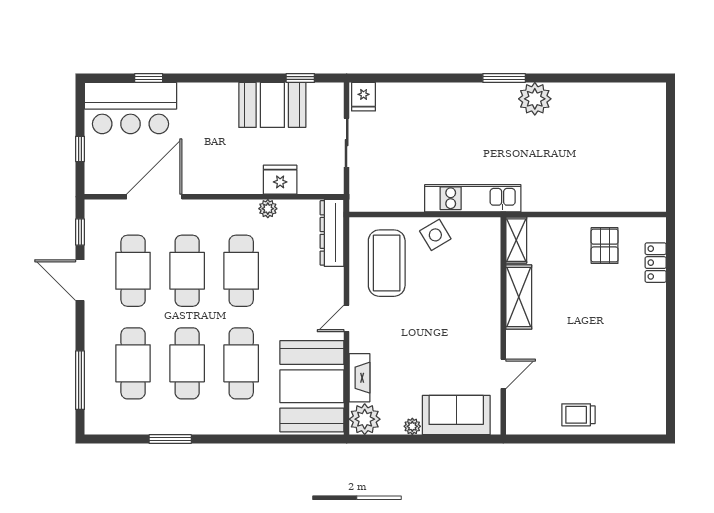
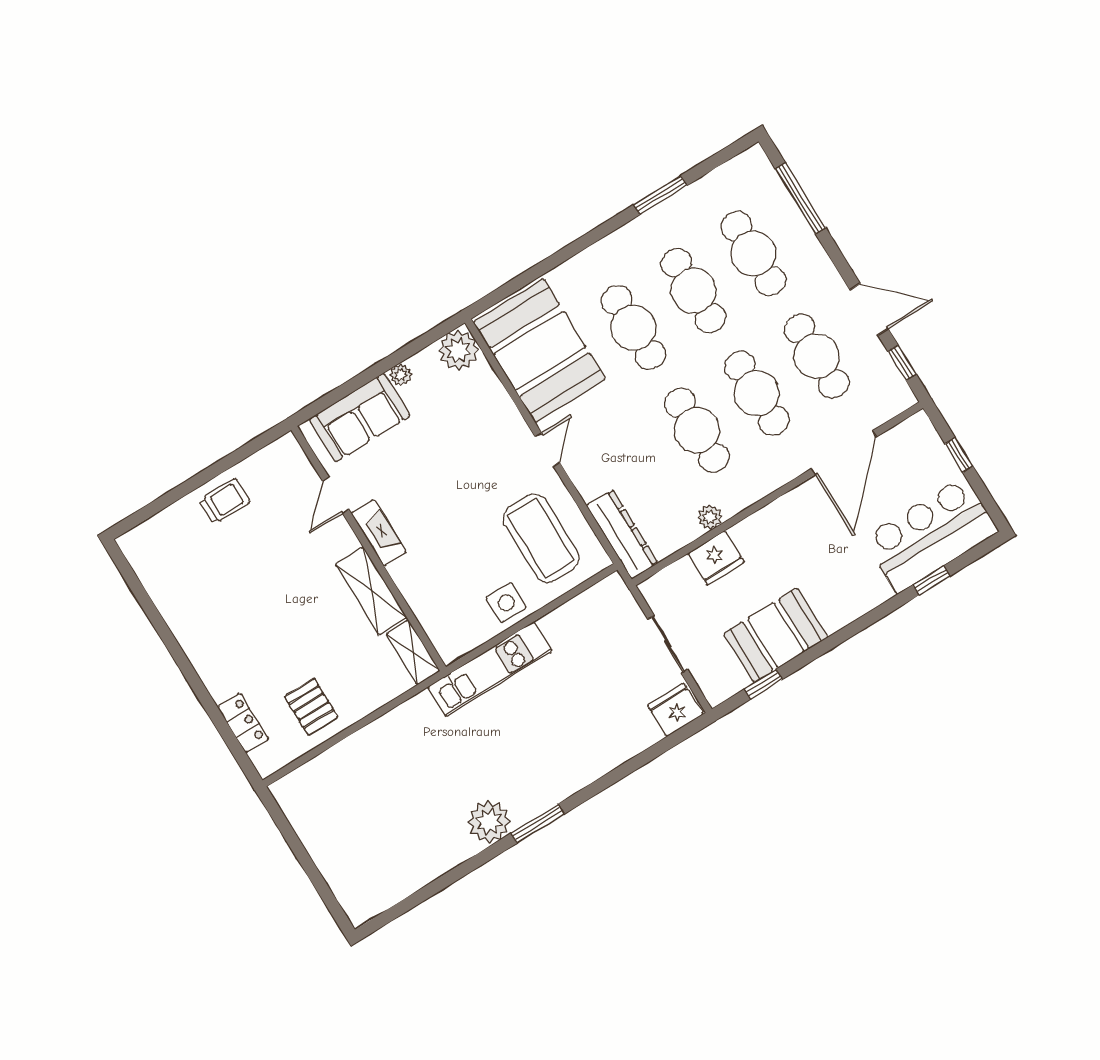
fridge: (364, 97) -> (675, 710), width x1.38
side table: (435, 235) -> (506, 603), turned 31
fireplace: (360, 378) -> (379, 533), moved, turned 180

